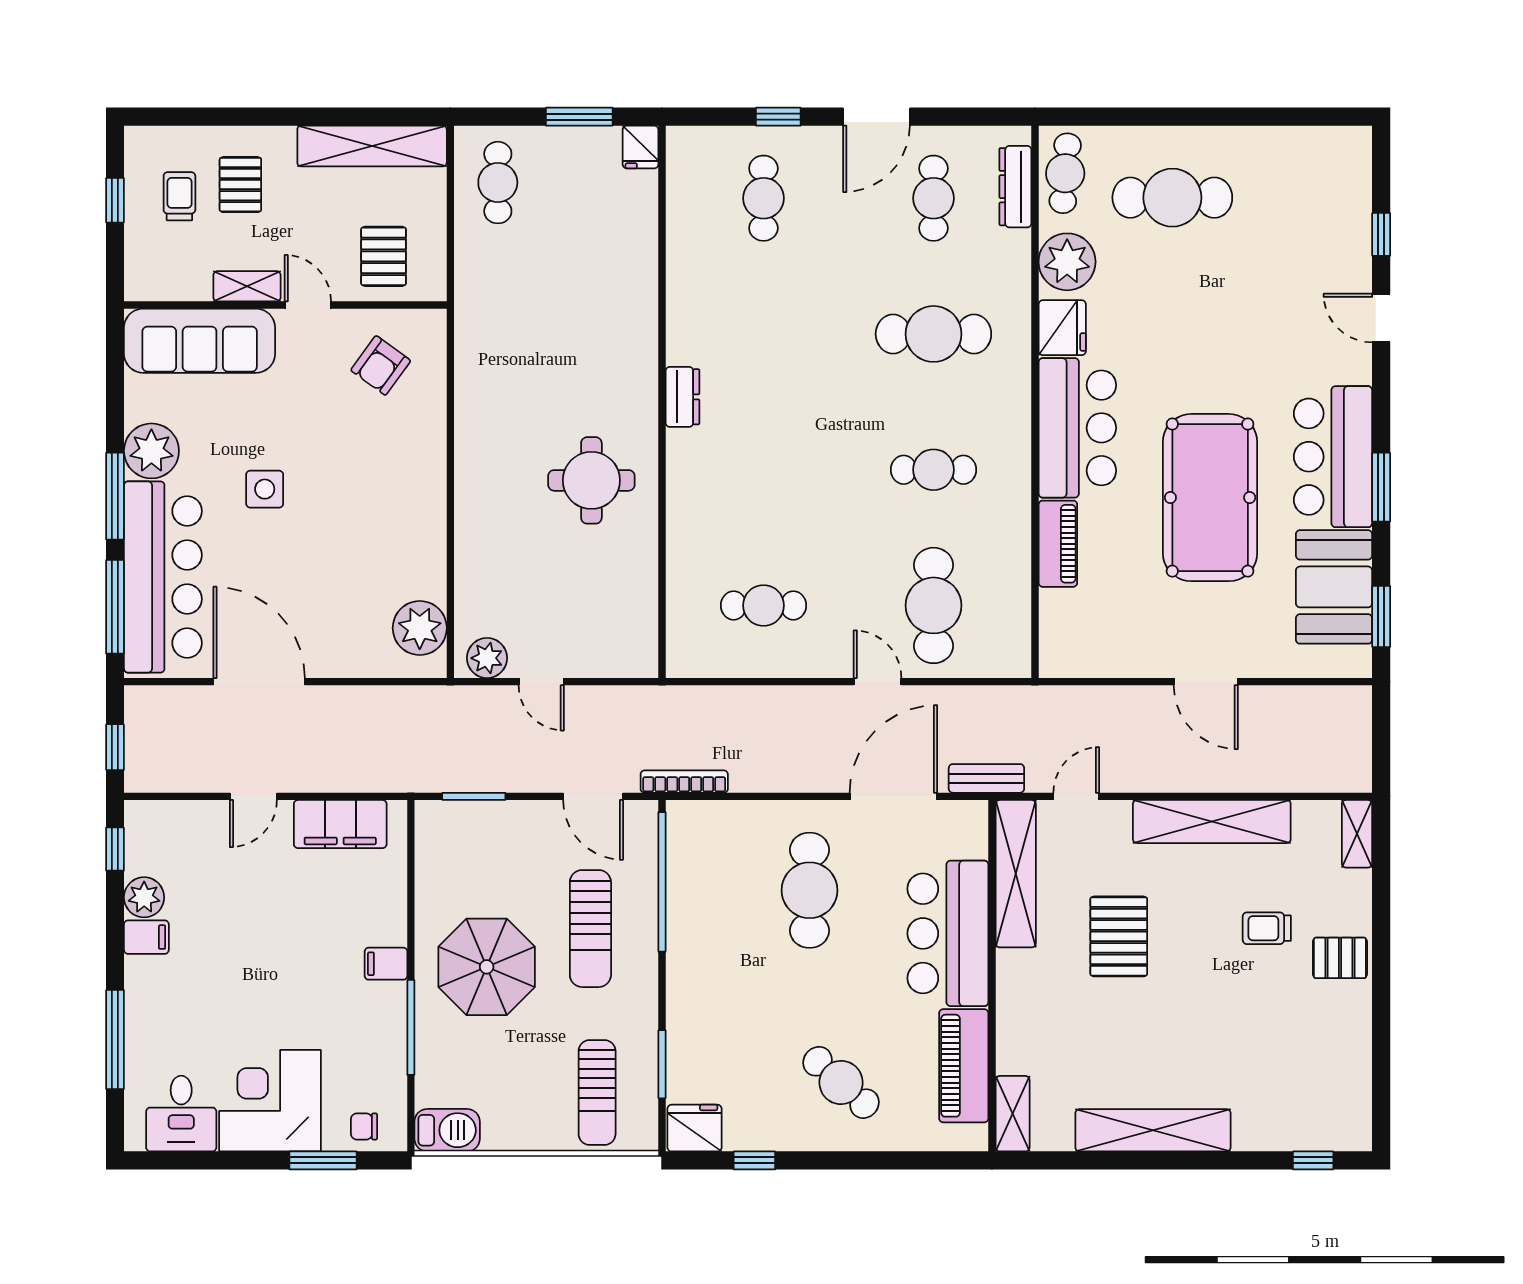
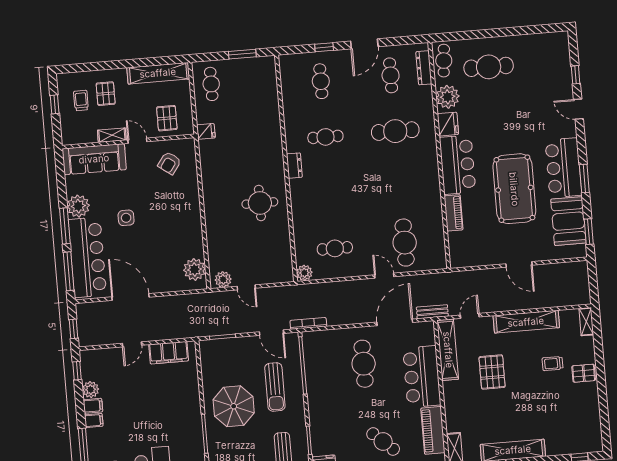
fridge: (640, 147) -> (206, 131), moved, turned -90
cafe table: (933, 470) -> (325, 137), moved
plant: (685, 658) -> (304, 273), added
filing cabinet: (386, 964) -> (94, 420), moved, turned 180

